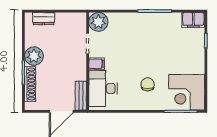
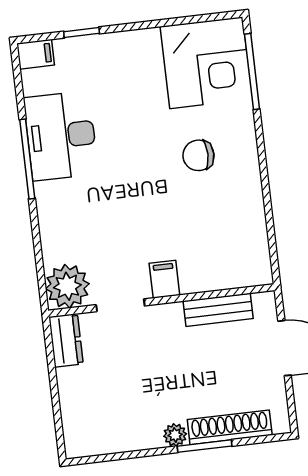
dresser: (44, 19) -> (66, 340), moved
filing cabinet: (193, 20) -> (36, 54), width x0.50
plant: (34, 56) -> (175, 435), width x0.53, depth x0.53
desk: (103, 88) -> (61, 136), moved, turned 90
bench: (81, 96) -> (218, 310), moved

